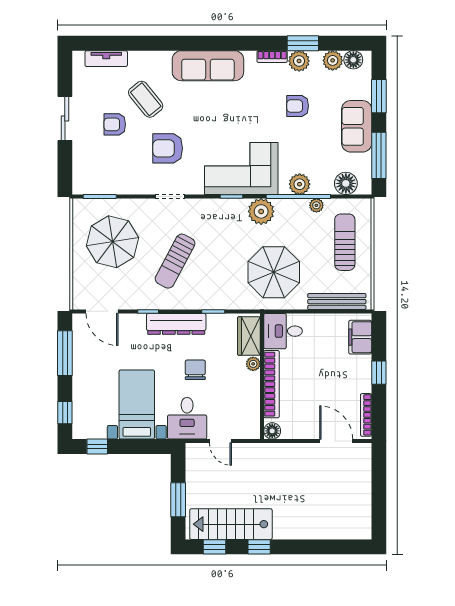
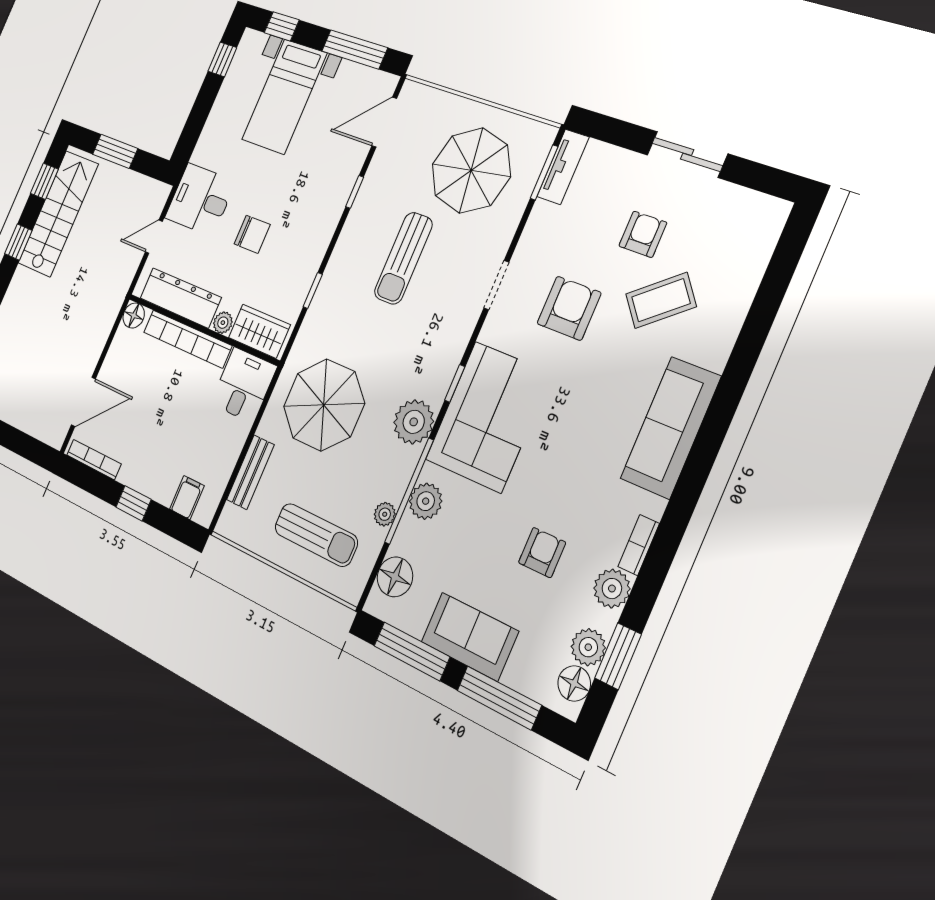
window: (303, 43) -> (618, 656), moved
tv unit: (106, 59) -> (563, 167), moved, turned 180
window: (379, 96) -> (499, 698), width x1.44
sun lounger: (175, 261) -> (403, 258), turned -118
bench: (337, 302) -> (250, 472), width x0.73
dresser: (176, 324) -> (180, 298), moved, turned 90
filing cabinet: (360, 337) -> (187, 497), width x0.50
bed with nightstands: (137, 405) -> (284, 97), moved, turned 90

